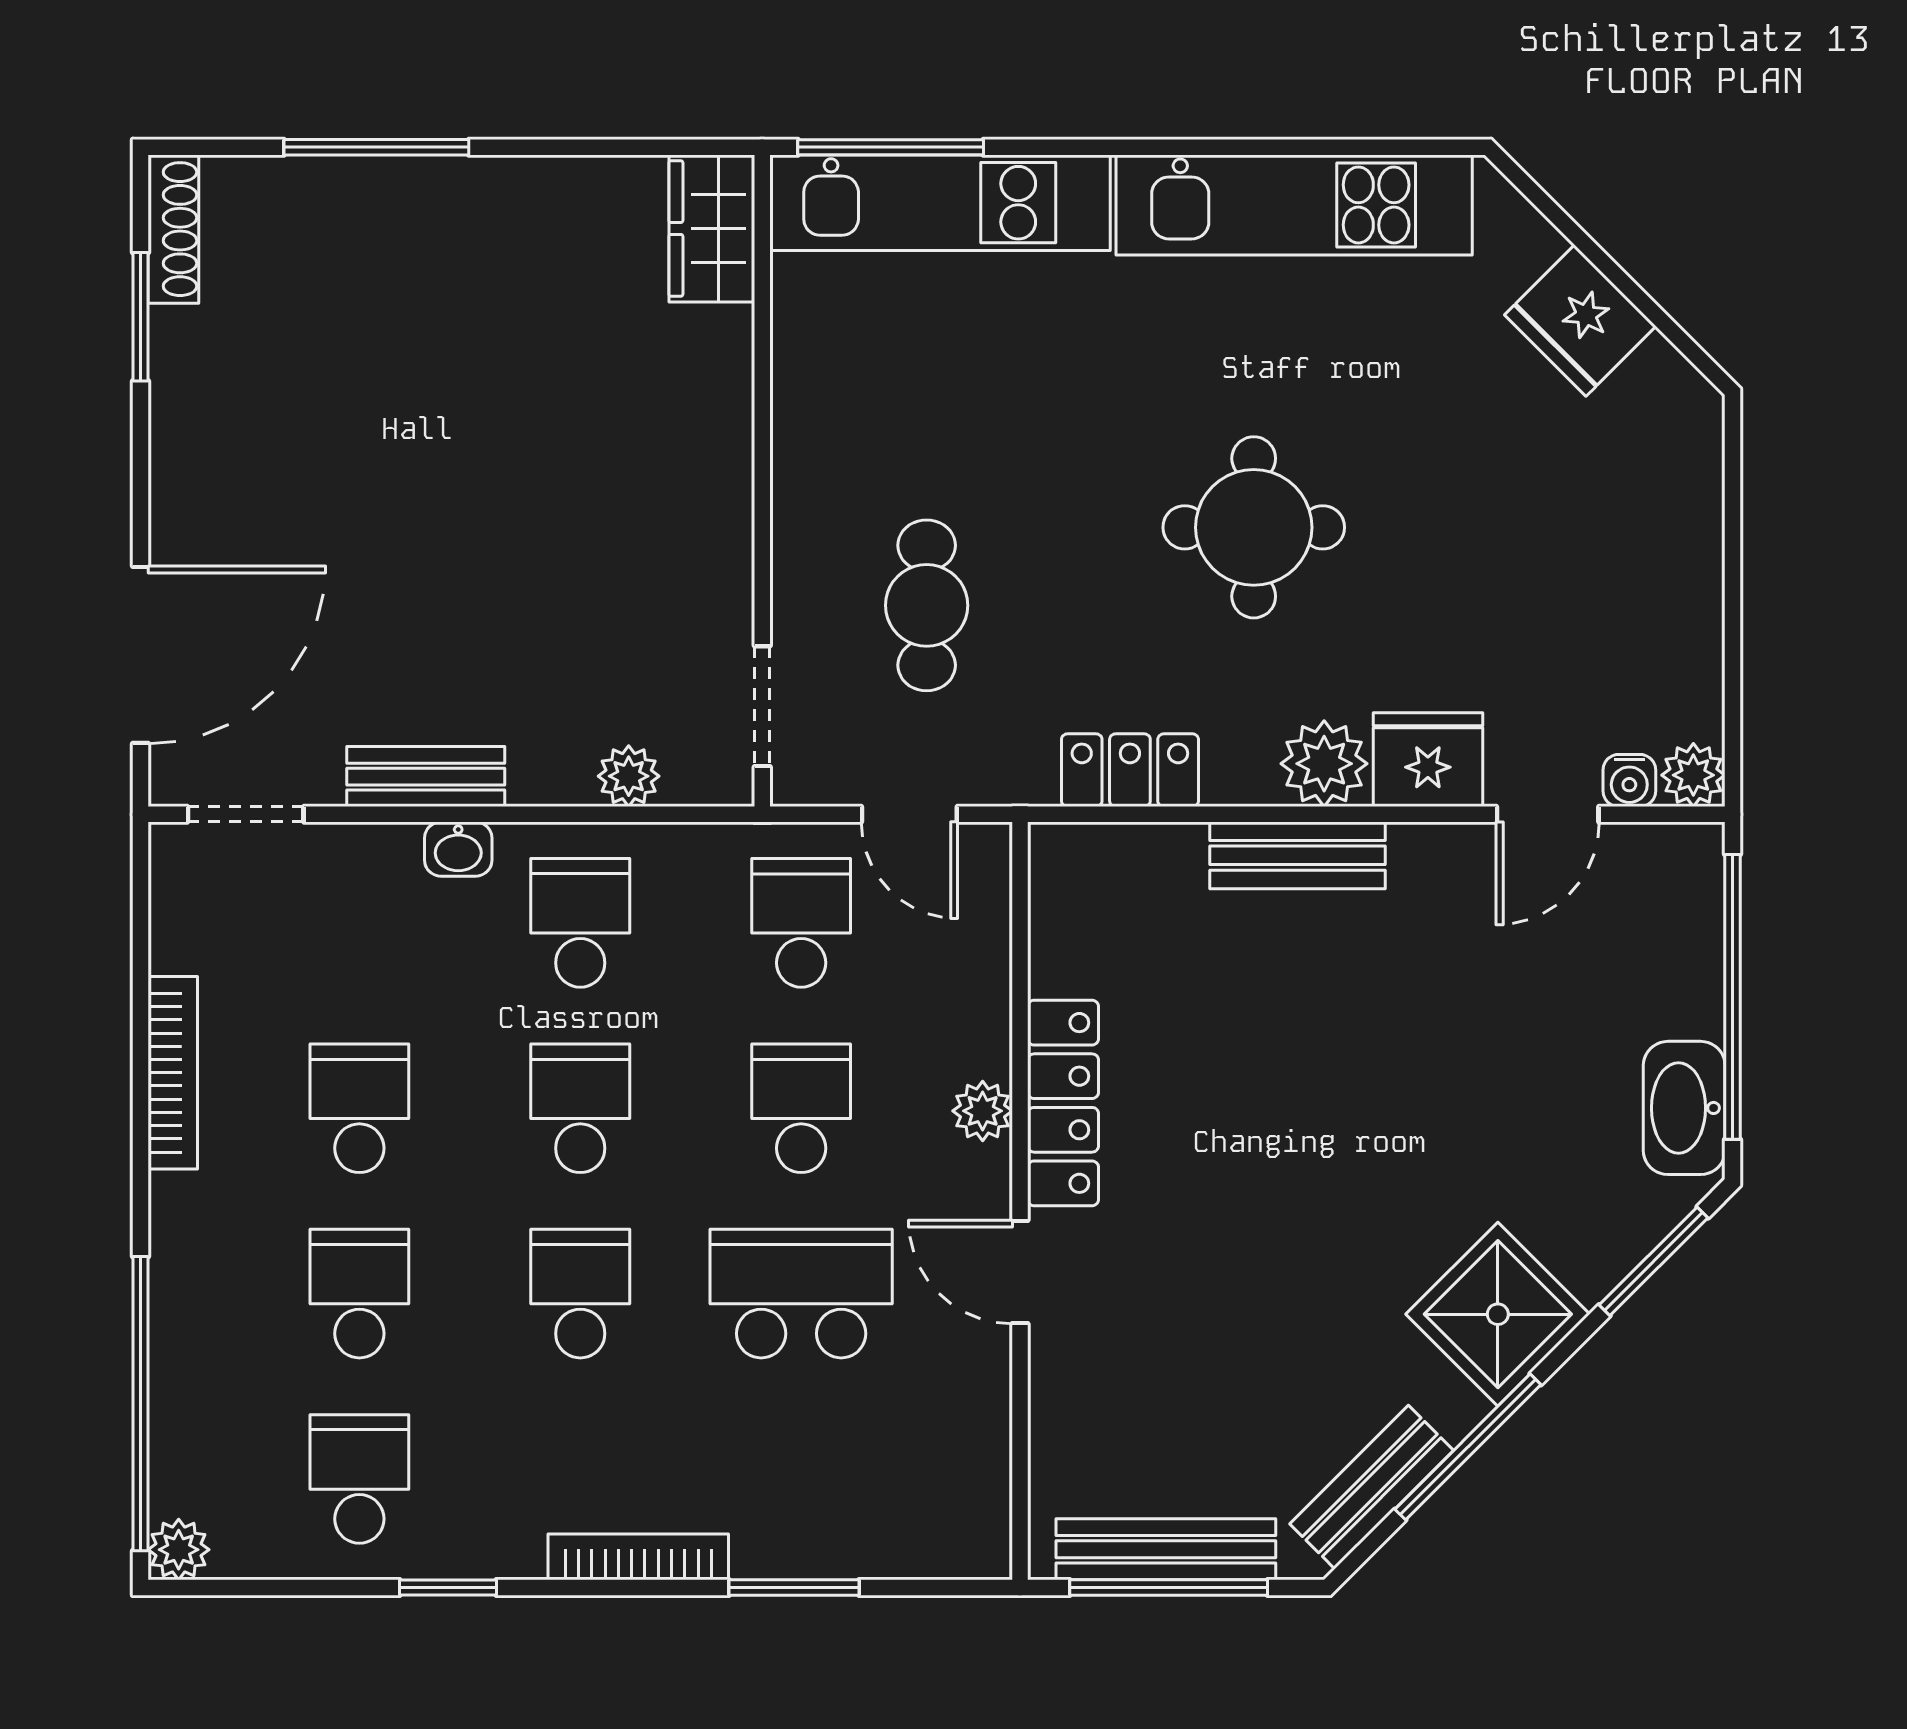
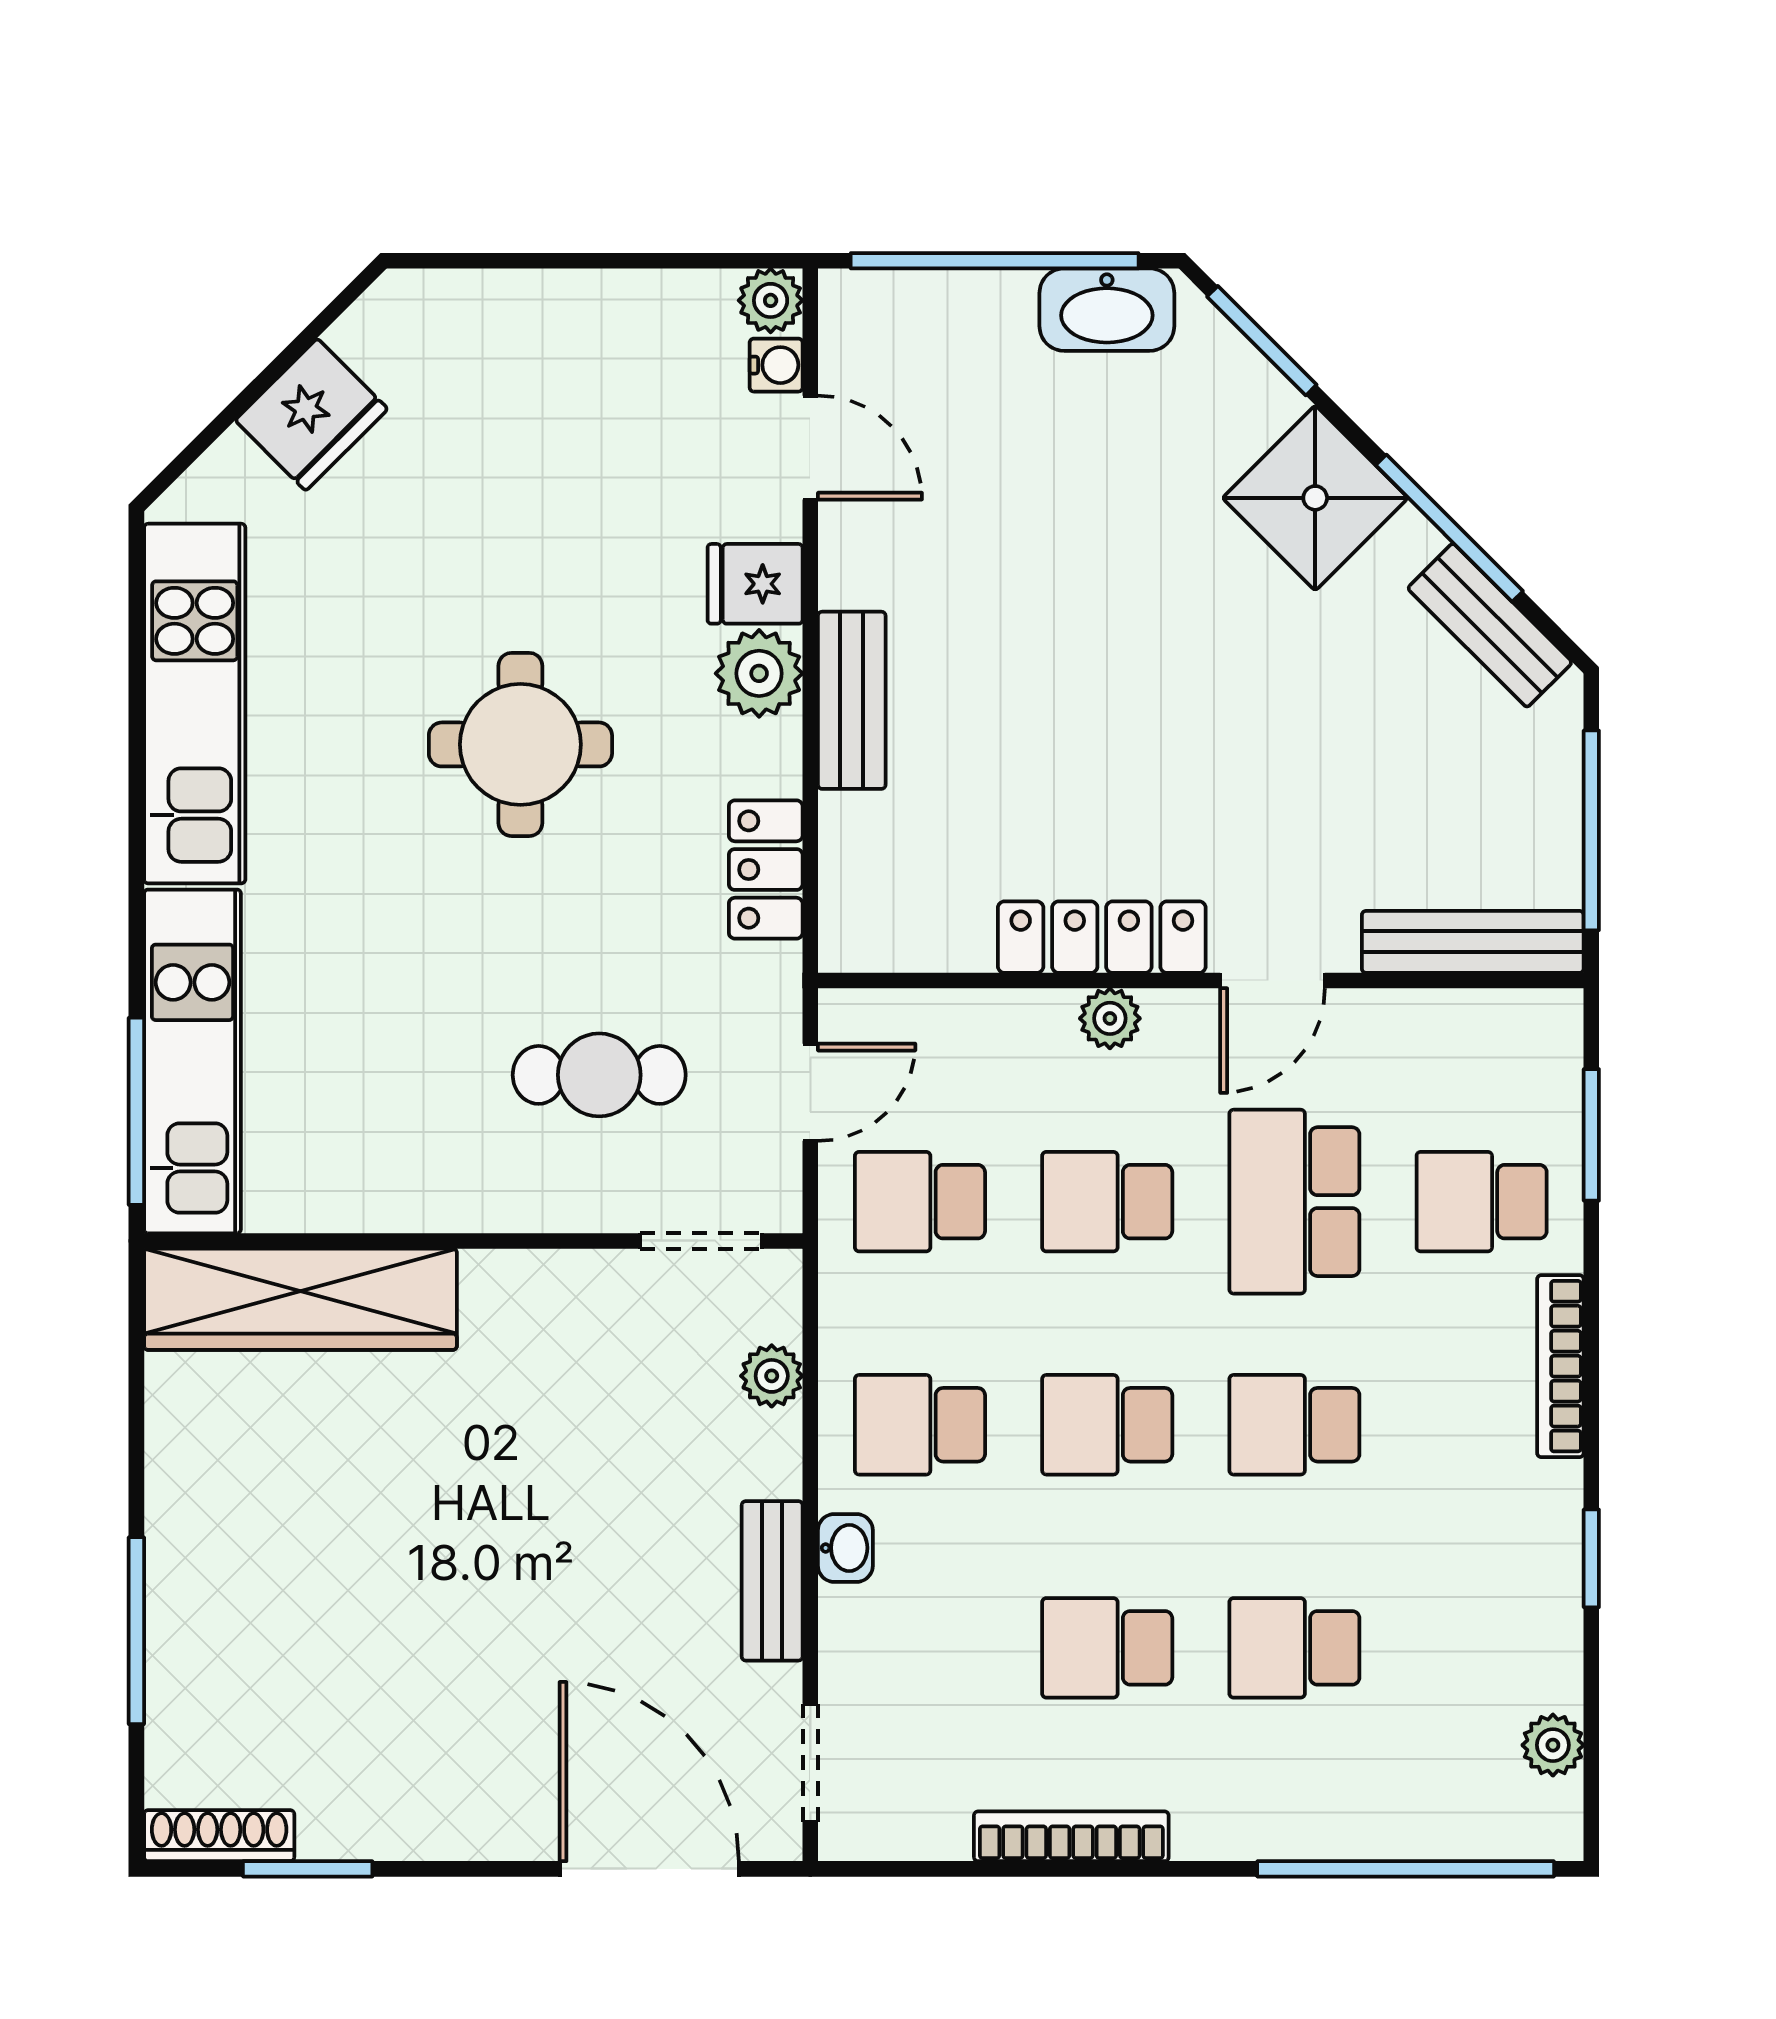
wardrobe: (712, 228) -> (300, 1299), width x2.10, depth x1.17
fridge: (1428, 760) -> (755, 584), width x0.72
school desk: (359, 1479) -> (1482, 1202), moved
bench: (1166, 1549) -> (1473, 942), moved, turned 90
plant: (179, 1550) -> (1553, 1745), moved
window: (794, 1588) -> (1591, 1135), moved

